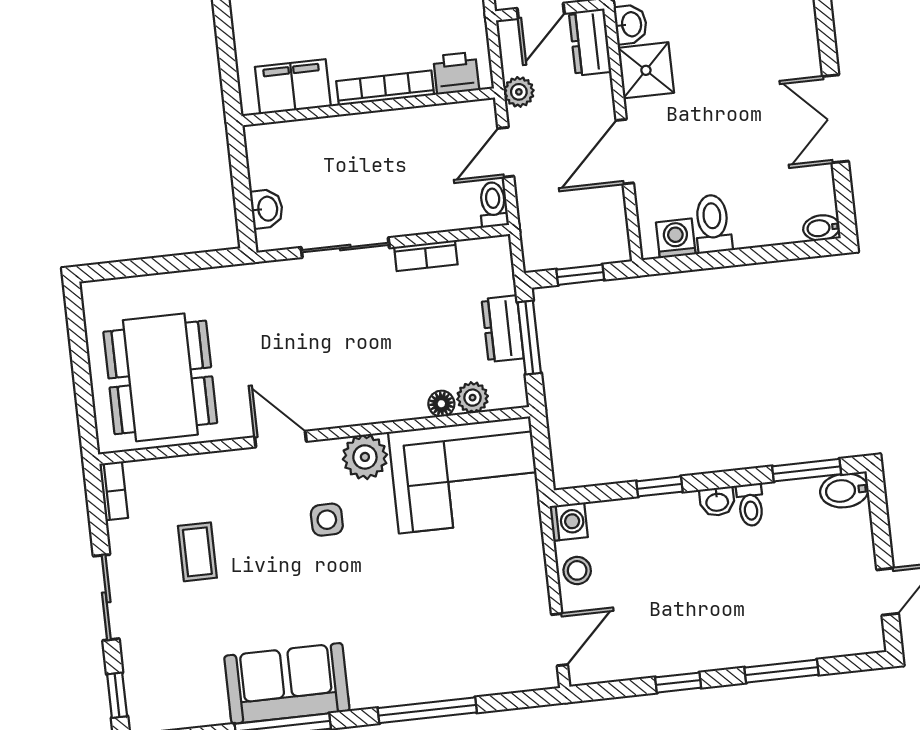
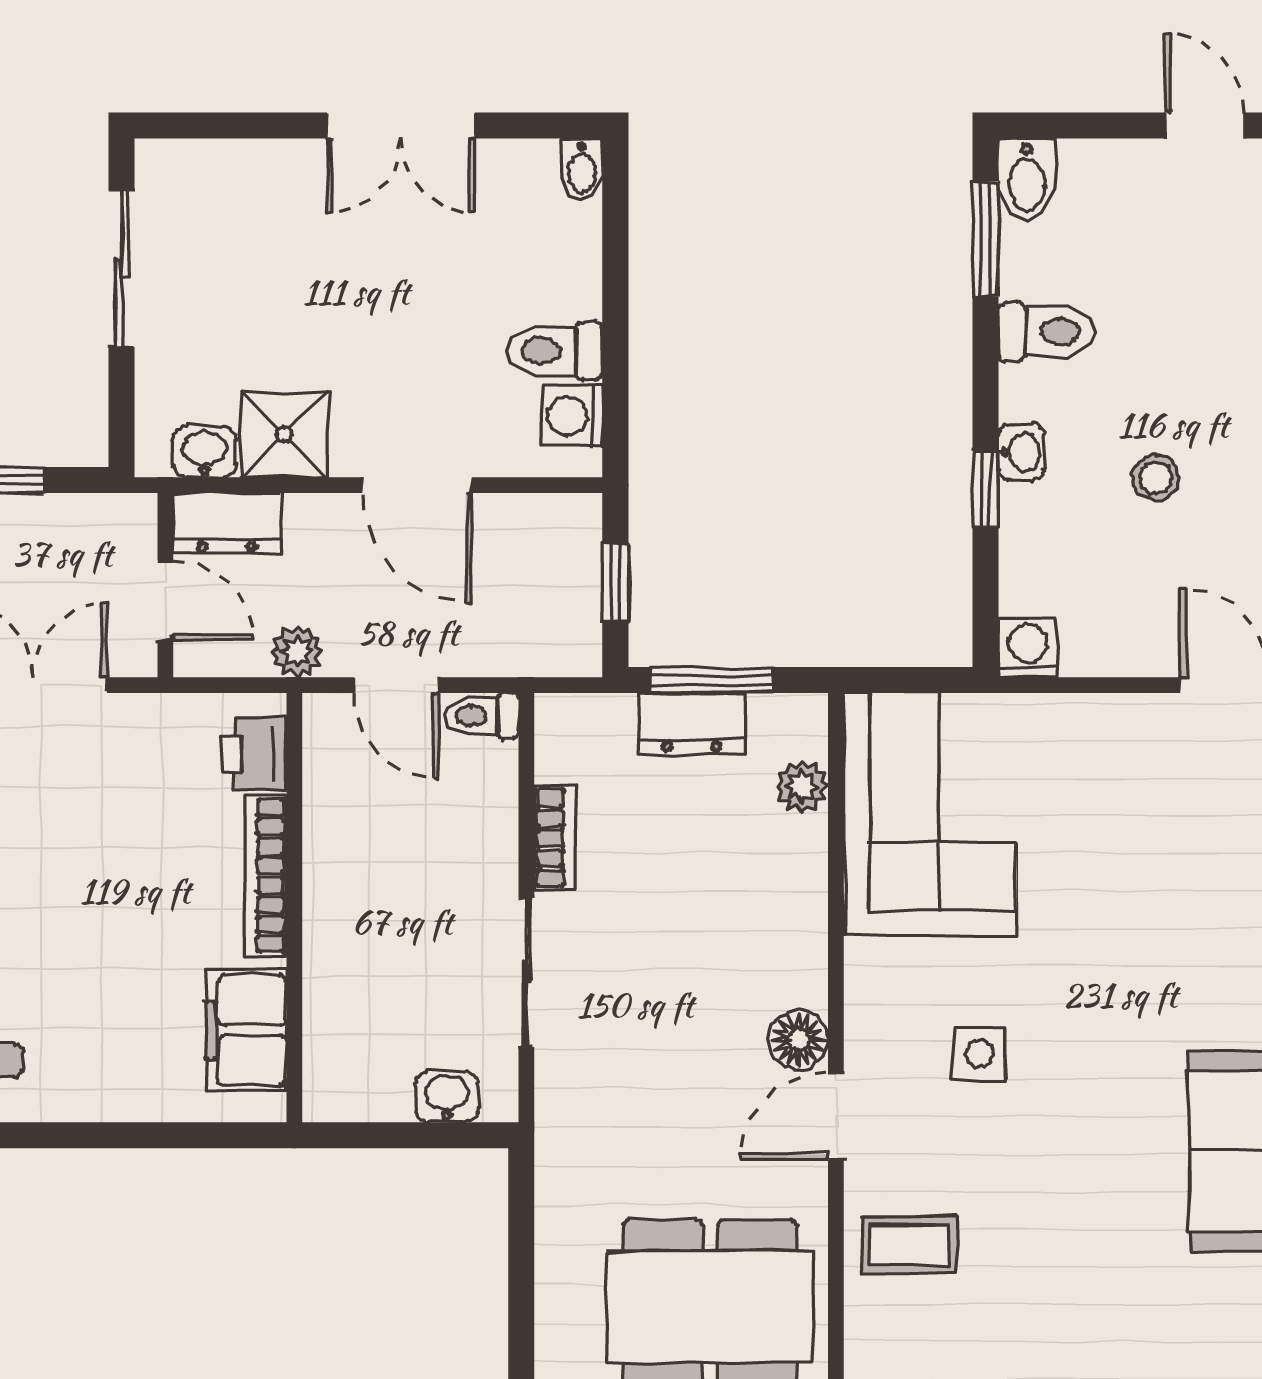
floor lamp: (441, 404) -> (798, 1040), moved, width x1.37, depth x1.37
plant: (365, 457) -> (881, 978), removed
washbasin: (717, 501) -> (1022, 452), moved
toilet: (750, 505) -> (1047, 332), width x1.37, depth x1.39
coffee table: (197, 552) -> (909, 1245), moved
stool: (577, 570) -> (1155, 478), moved

